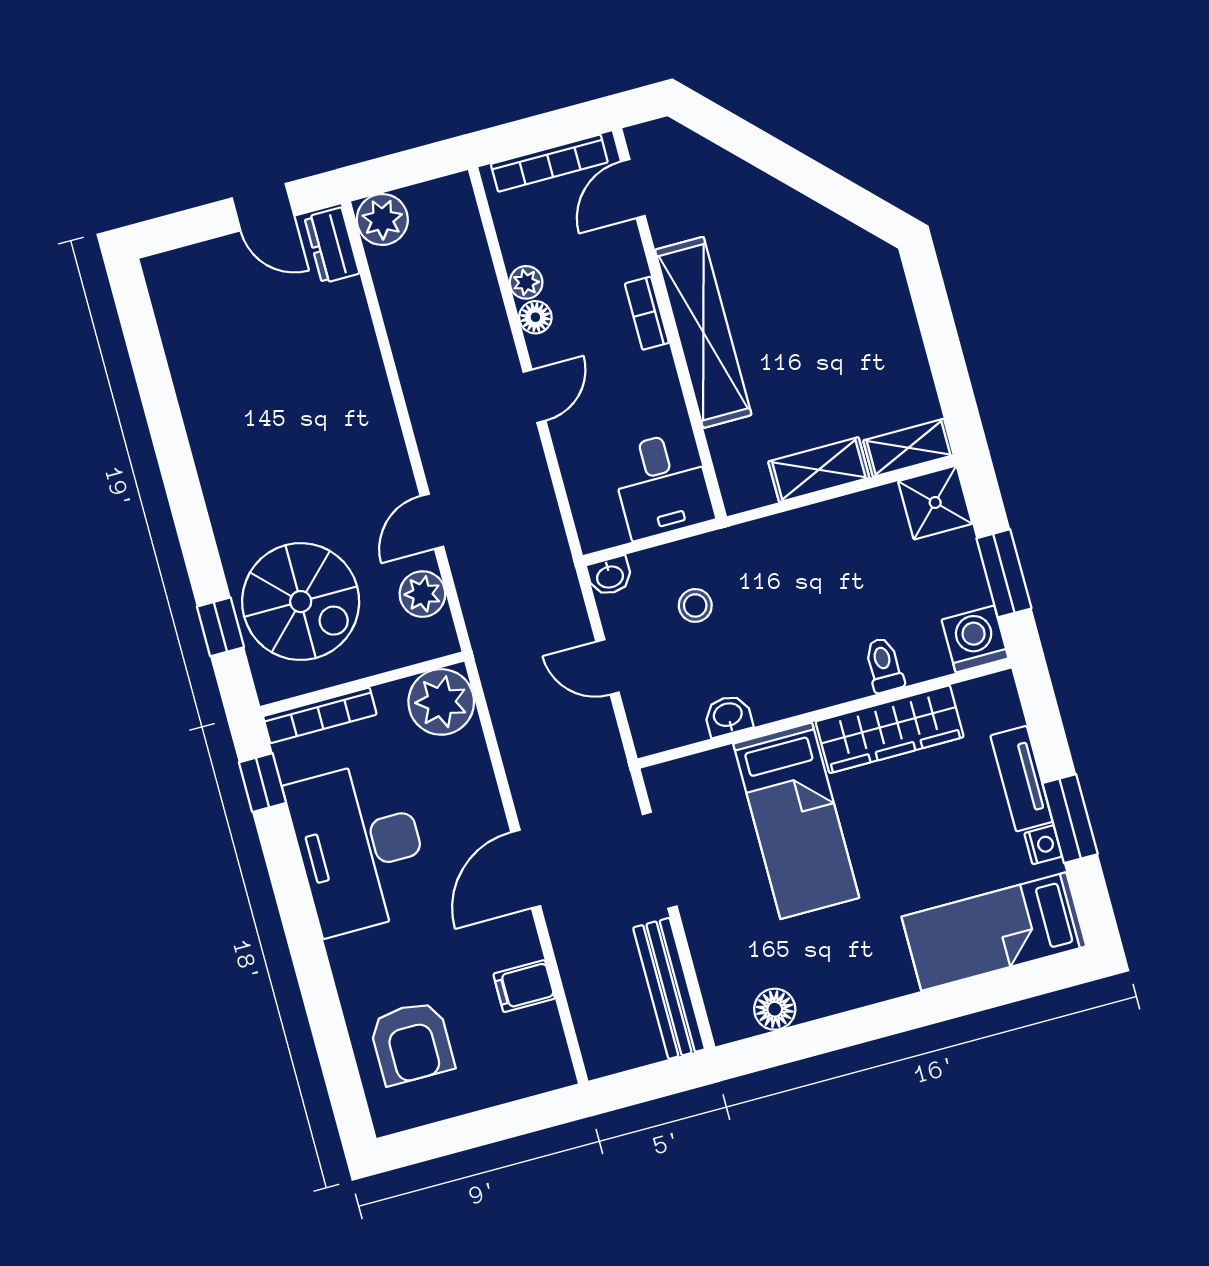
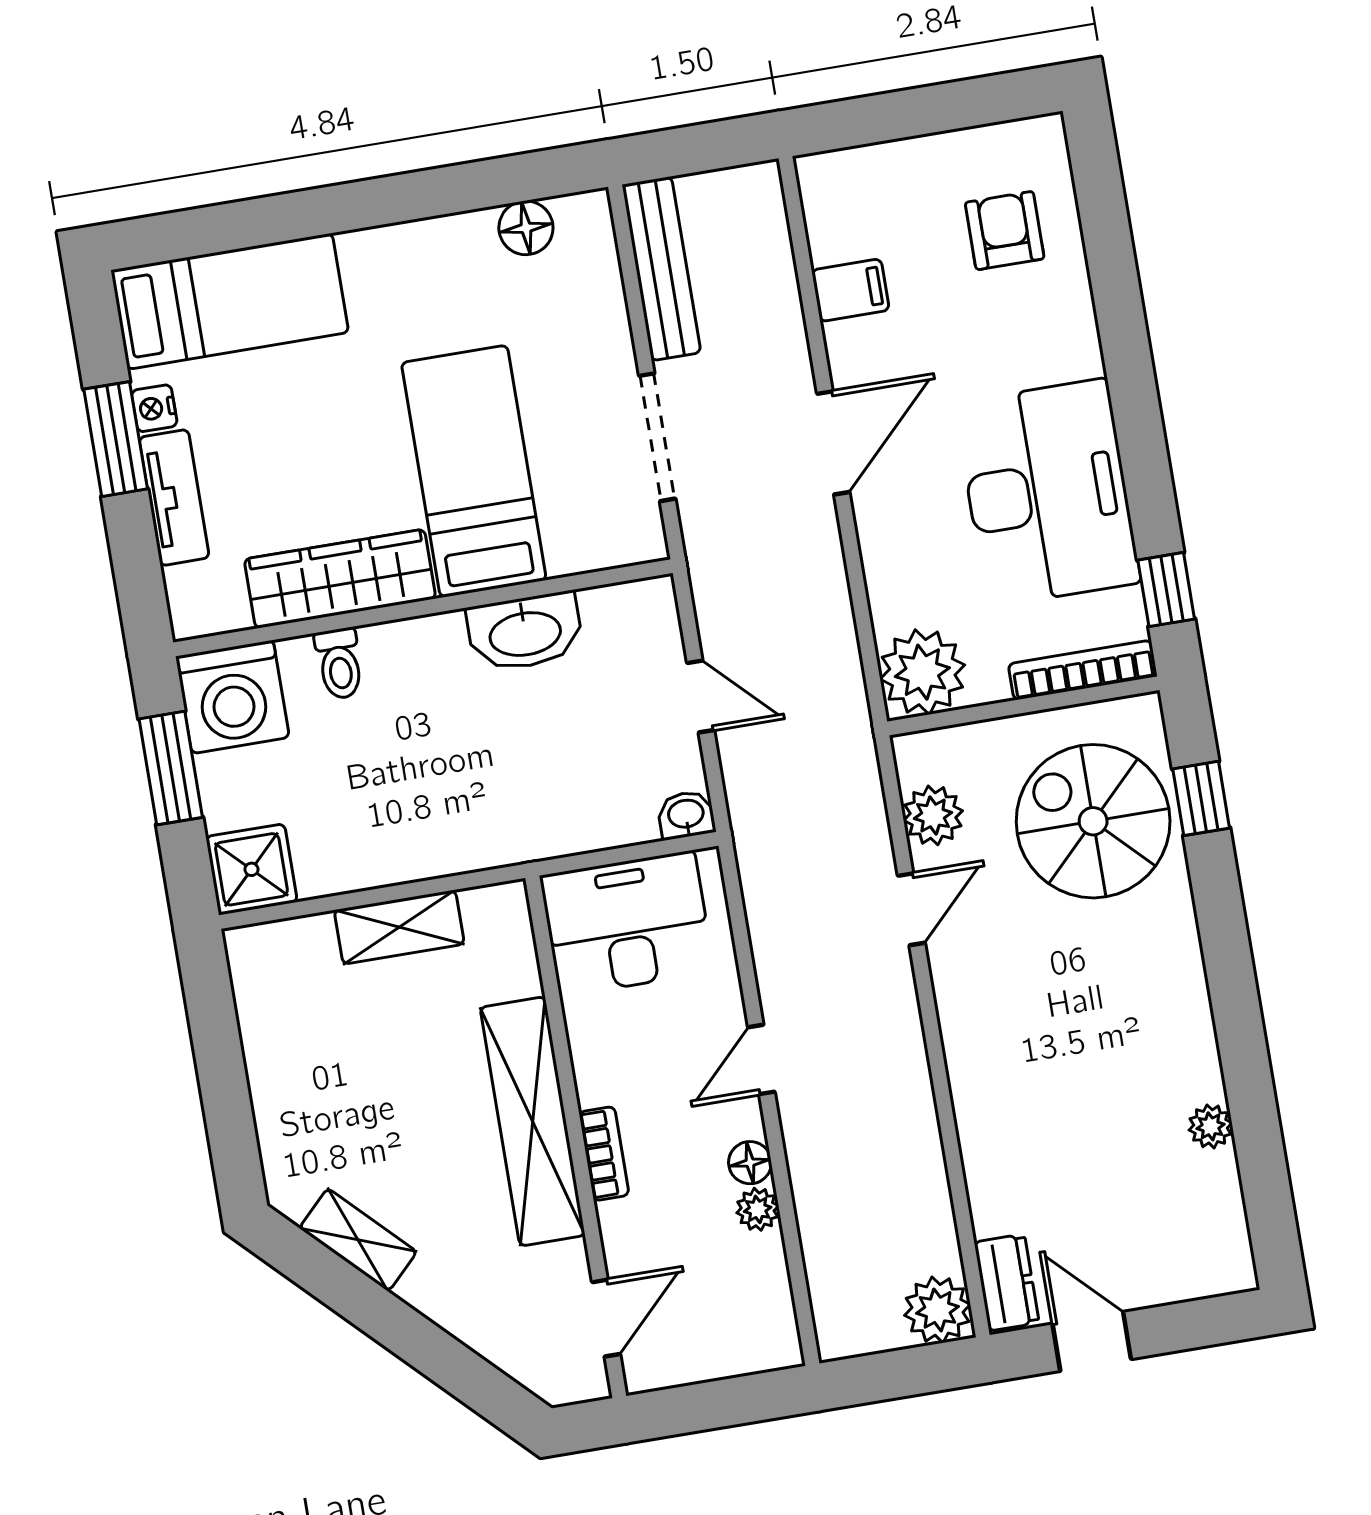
bookcase: (549, 163) -> (712, 1362), removed
plant: (189, 379) -> (1210, 1126), added
shelving: (908, 448) -> (358, 1240), moved, turned 45
desk: (662, 485) -> (627, 924), width x1.37
stool: (695, 605) -> (578, 766), removed
washing machine: (975, 639) -> (232, 697), width x1.37, depth x1.37
washbasin: (728, 716) -> (525, 632), width x1.91, depth x1.45
armchair: (412, 1043) -> (1005, 231), width x0.72, depth x0.72

